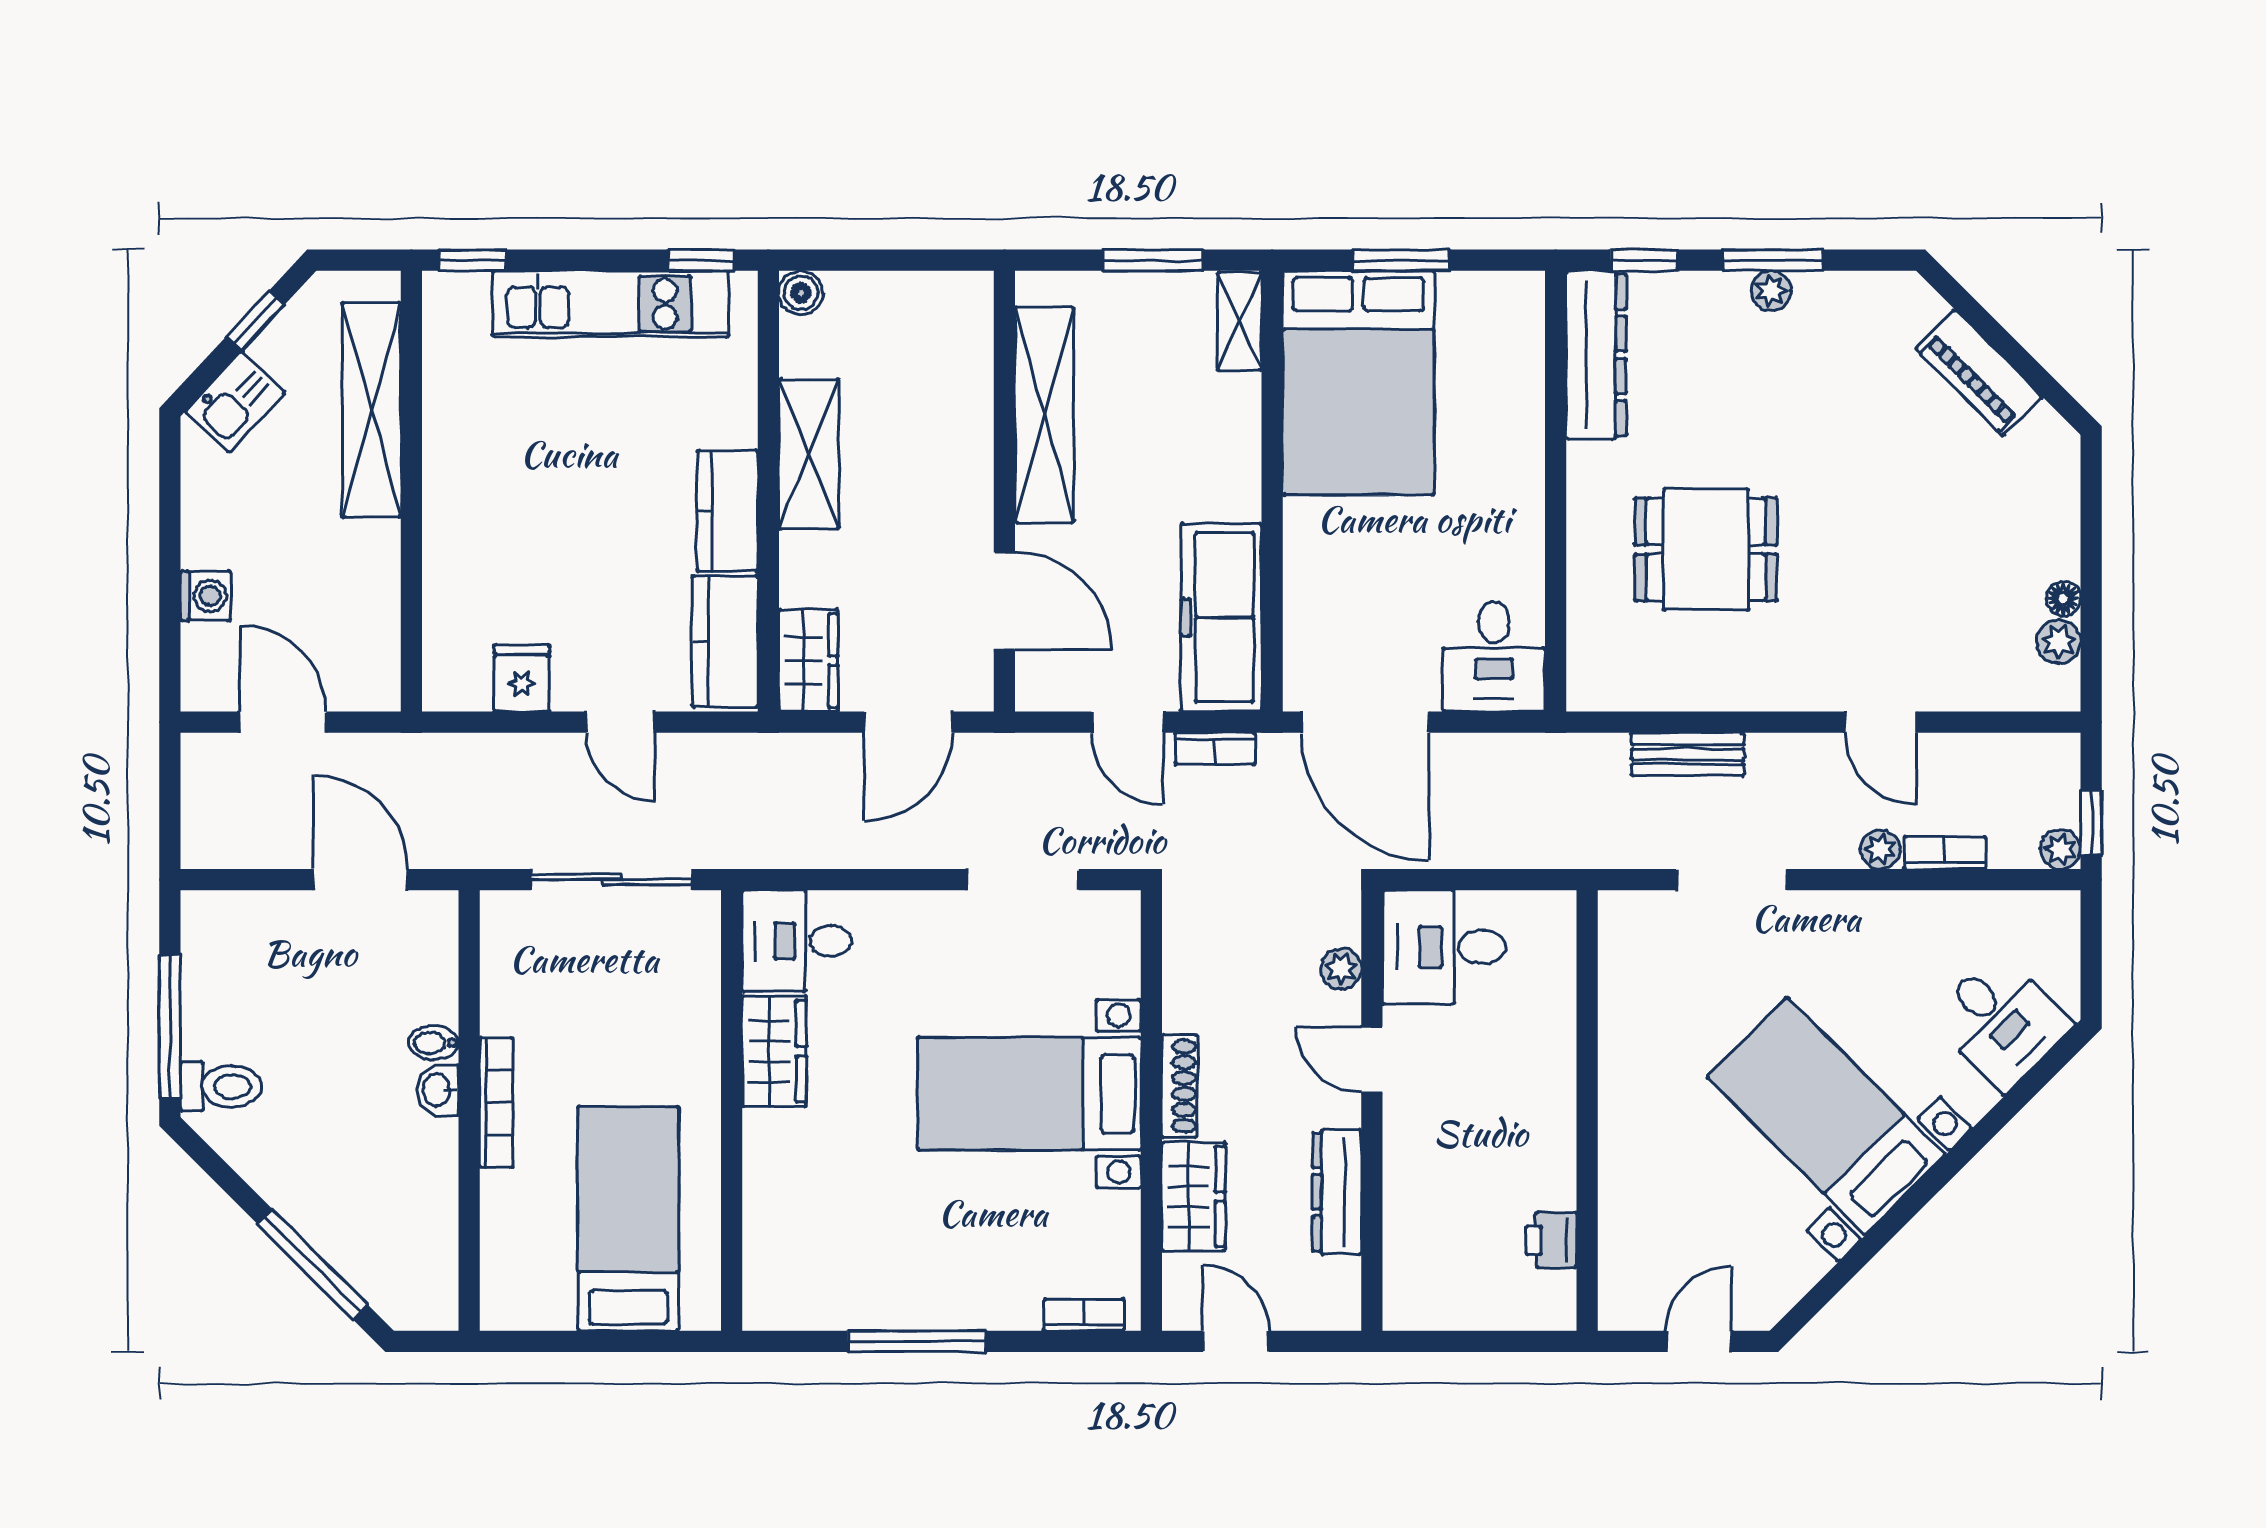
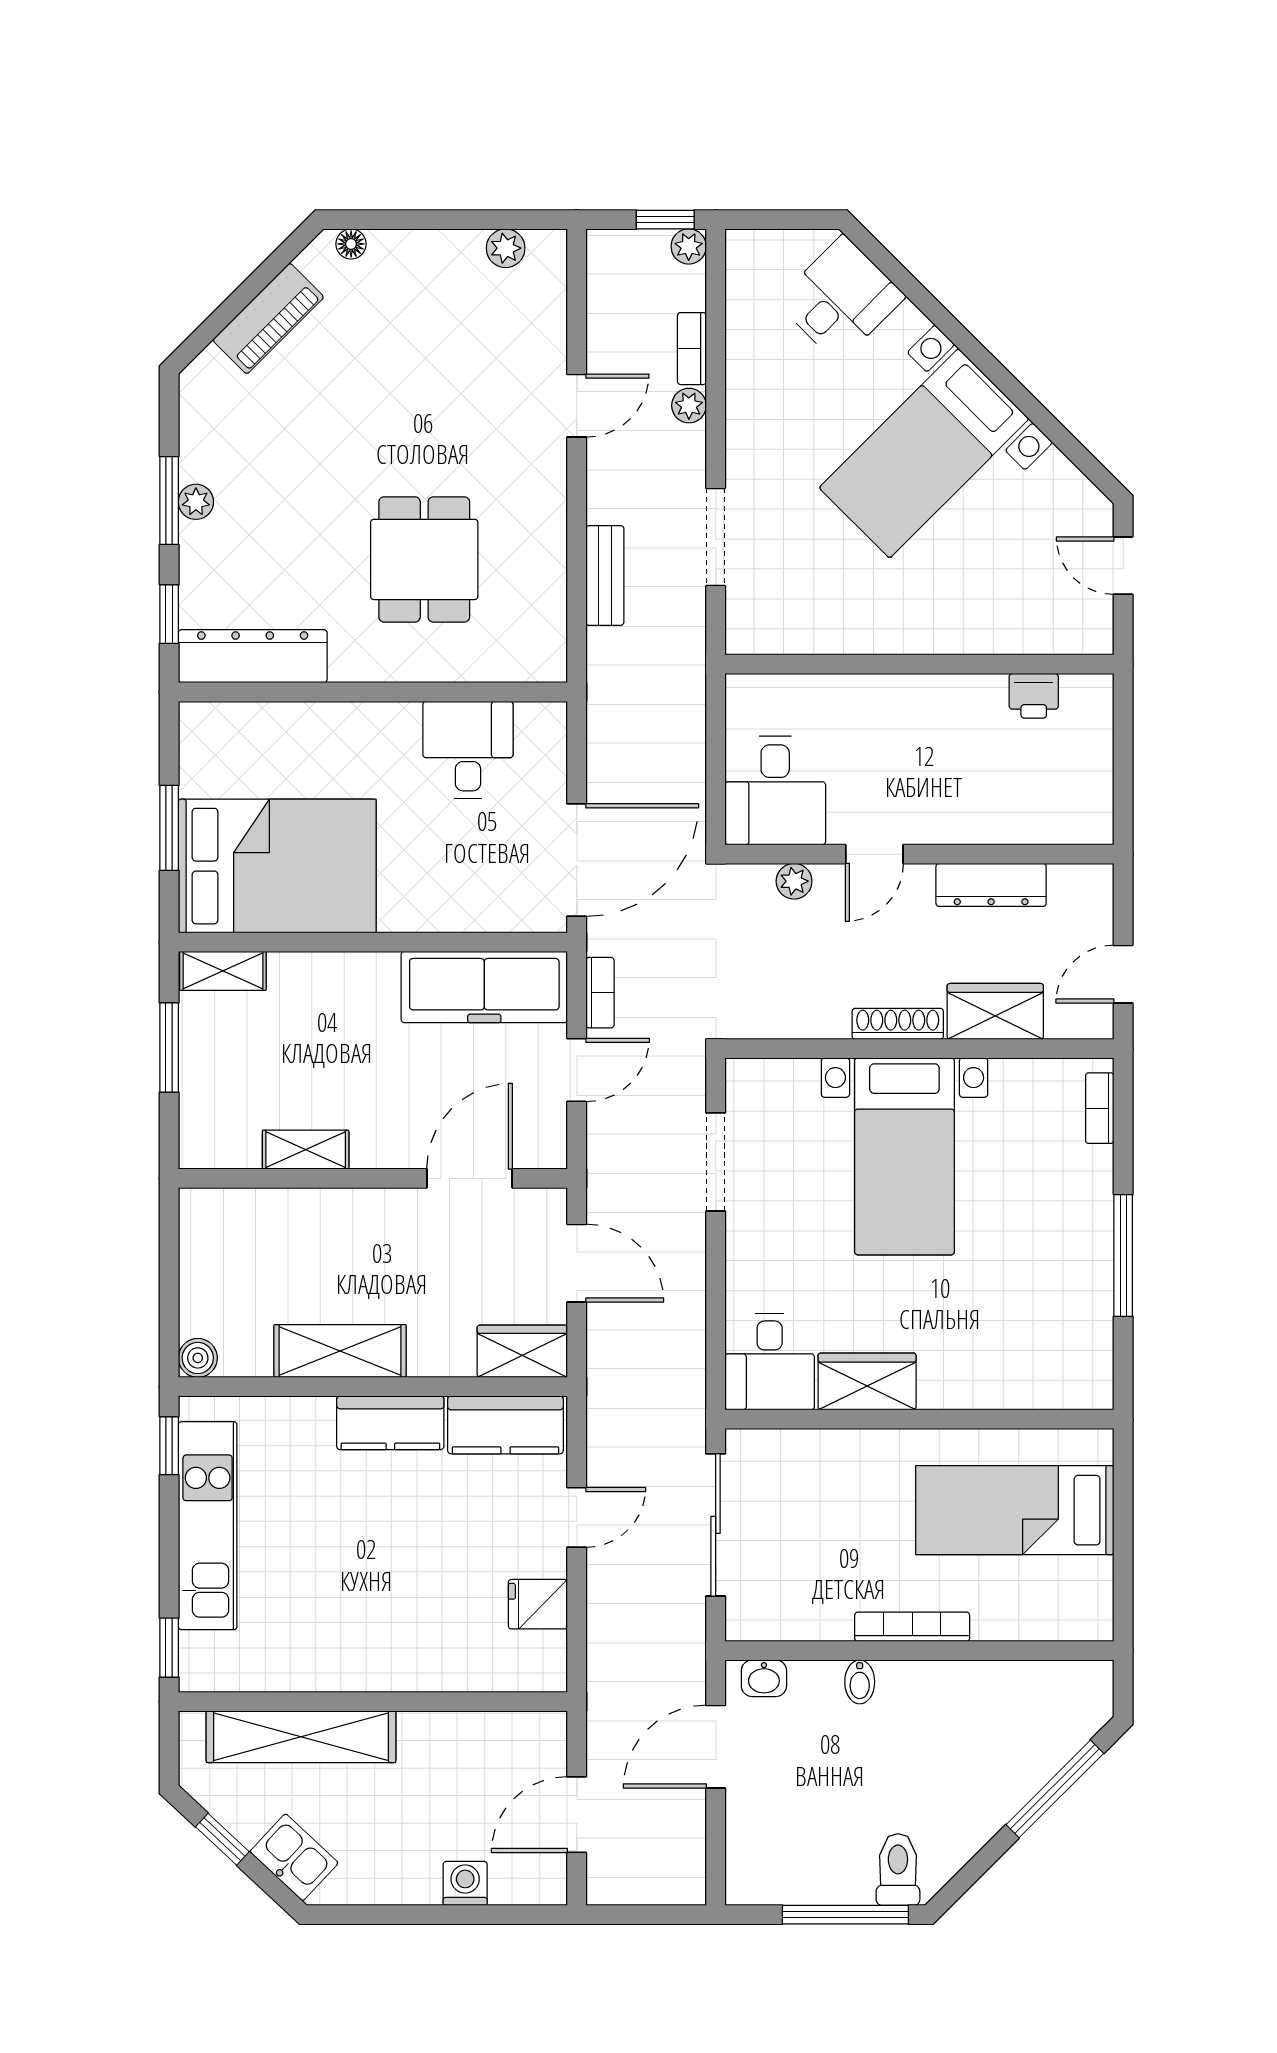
shelving: (1044, 415) -> (306, 1150), width x0.45, depth x0.75
floor lamp: (2063, 598) -> (351, 244), moved
desk: (1494, 656) -> (468, 750), moved, turned -90
washbasin: (438, 1090) -> (764, 1678), moved

